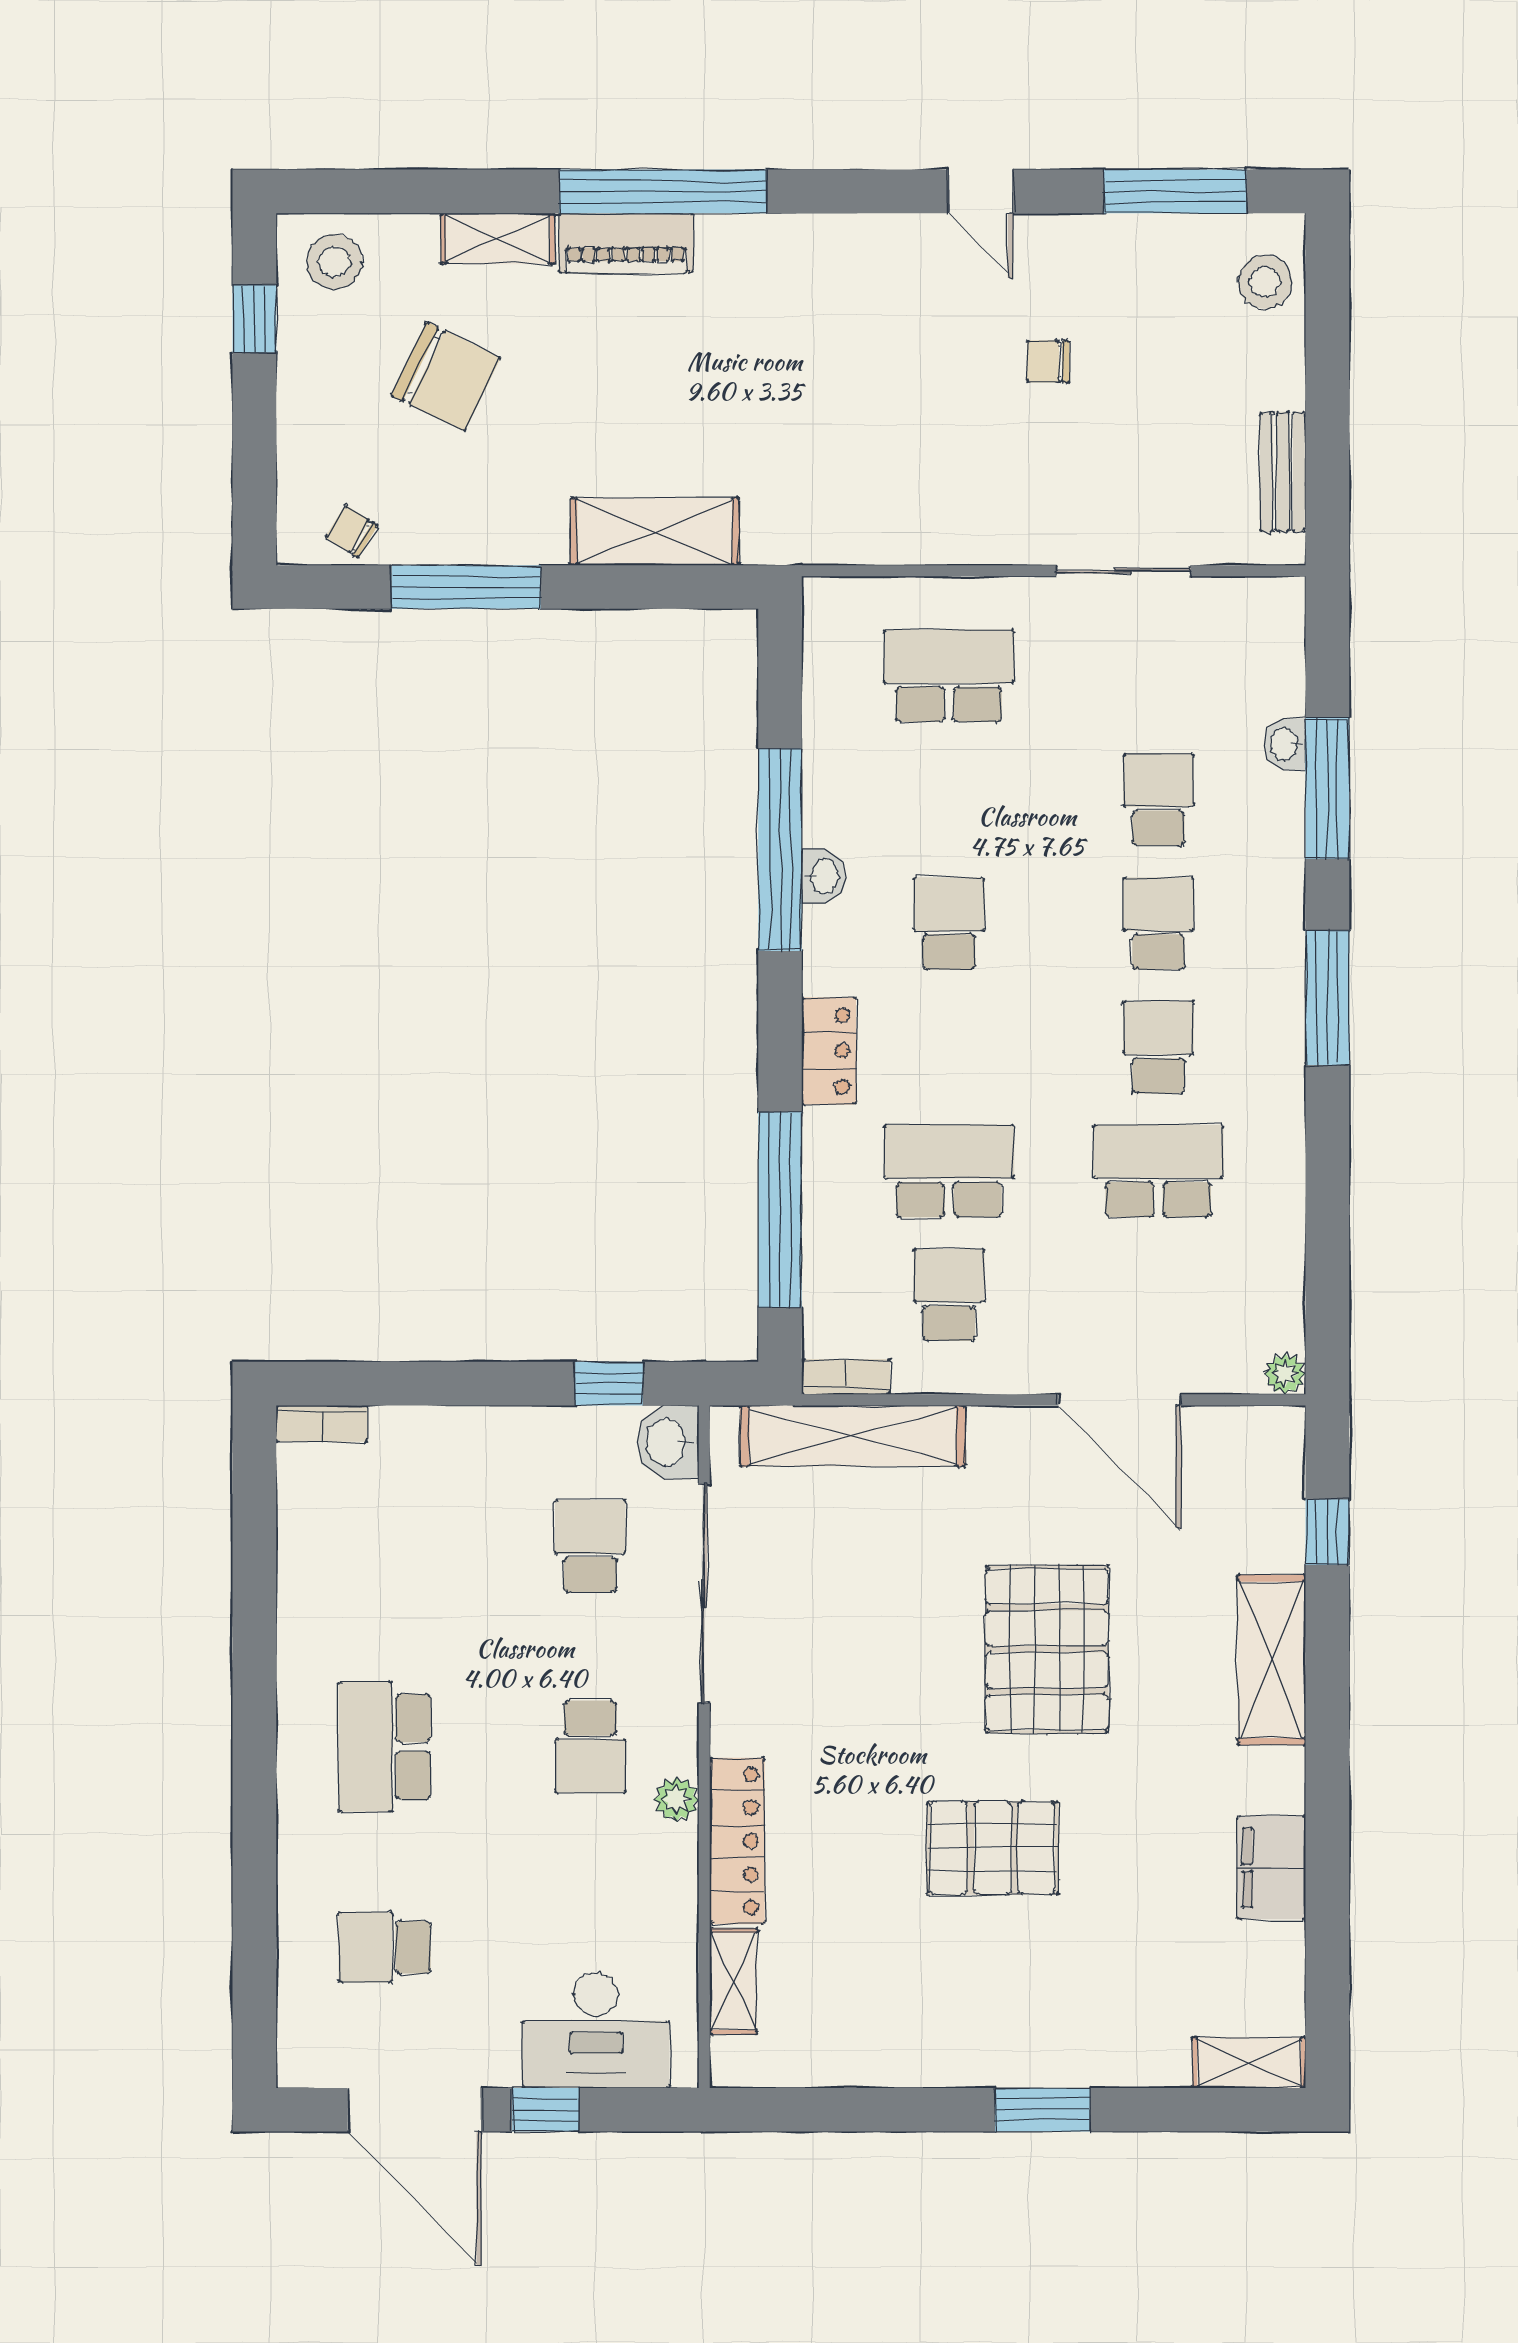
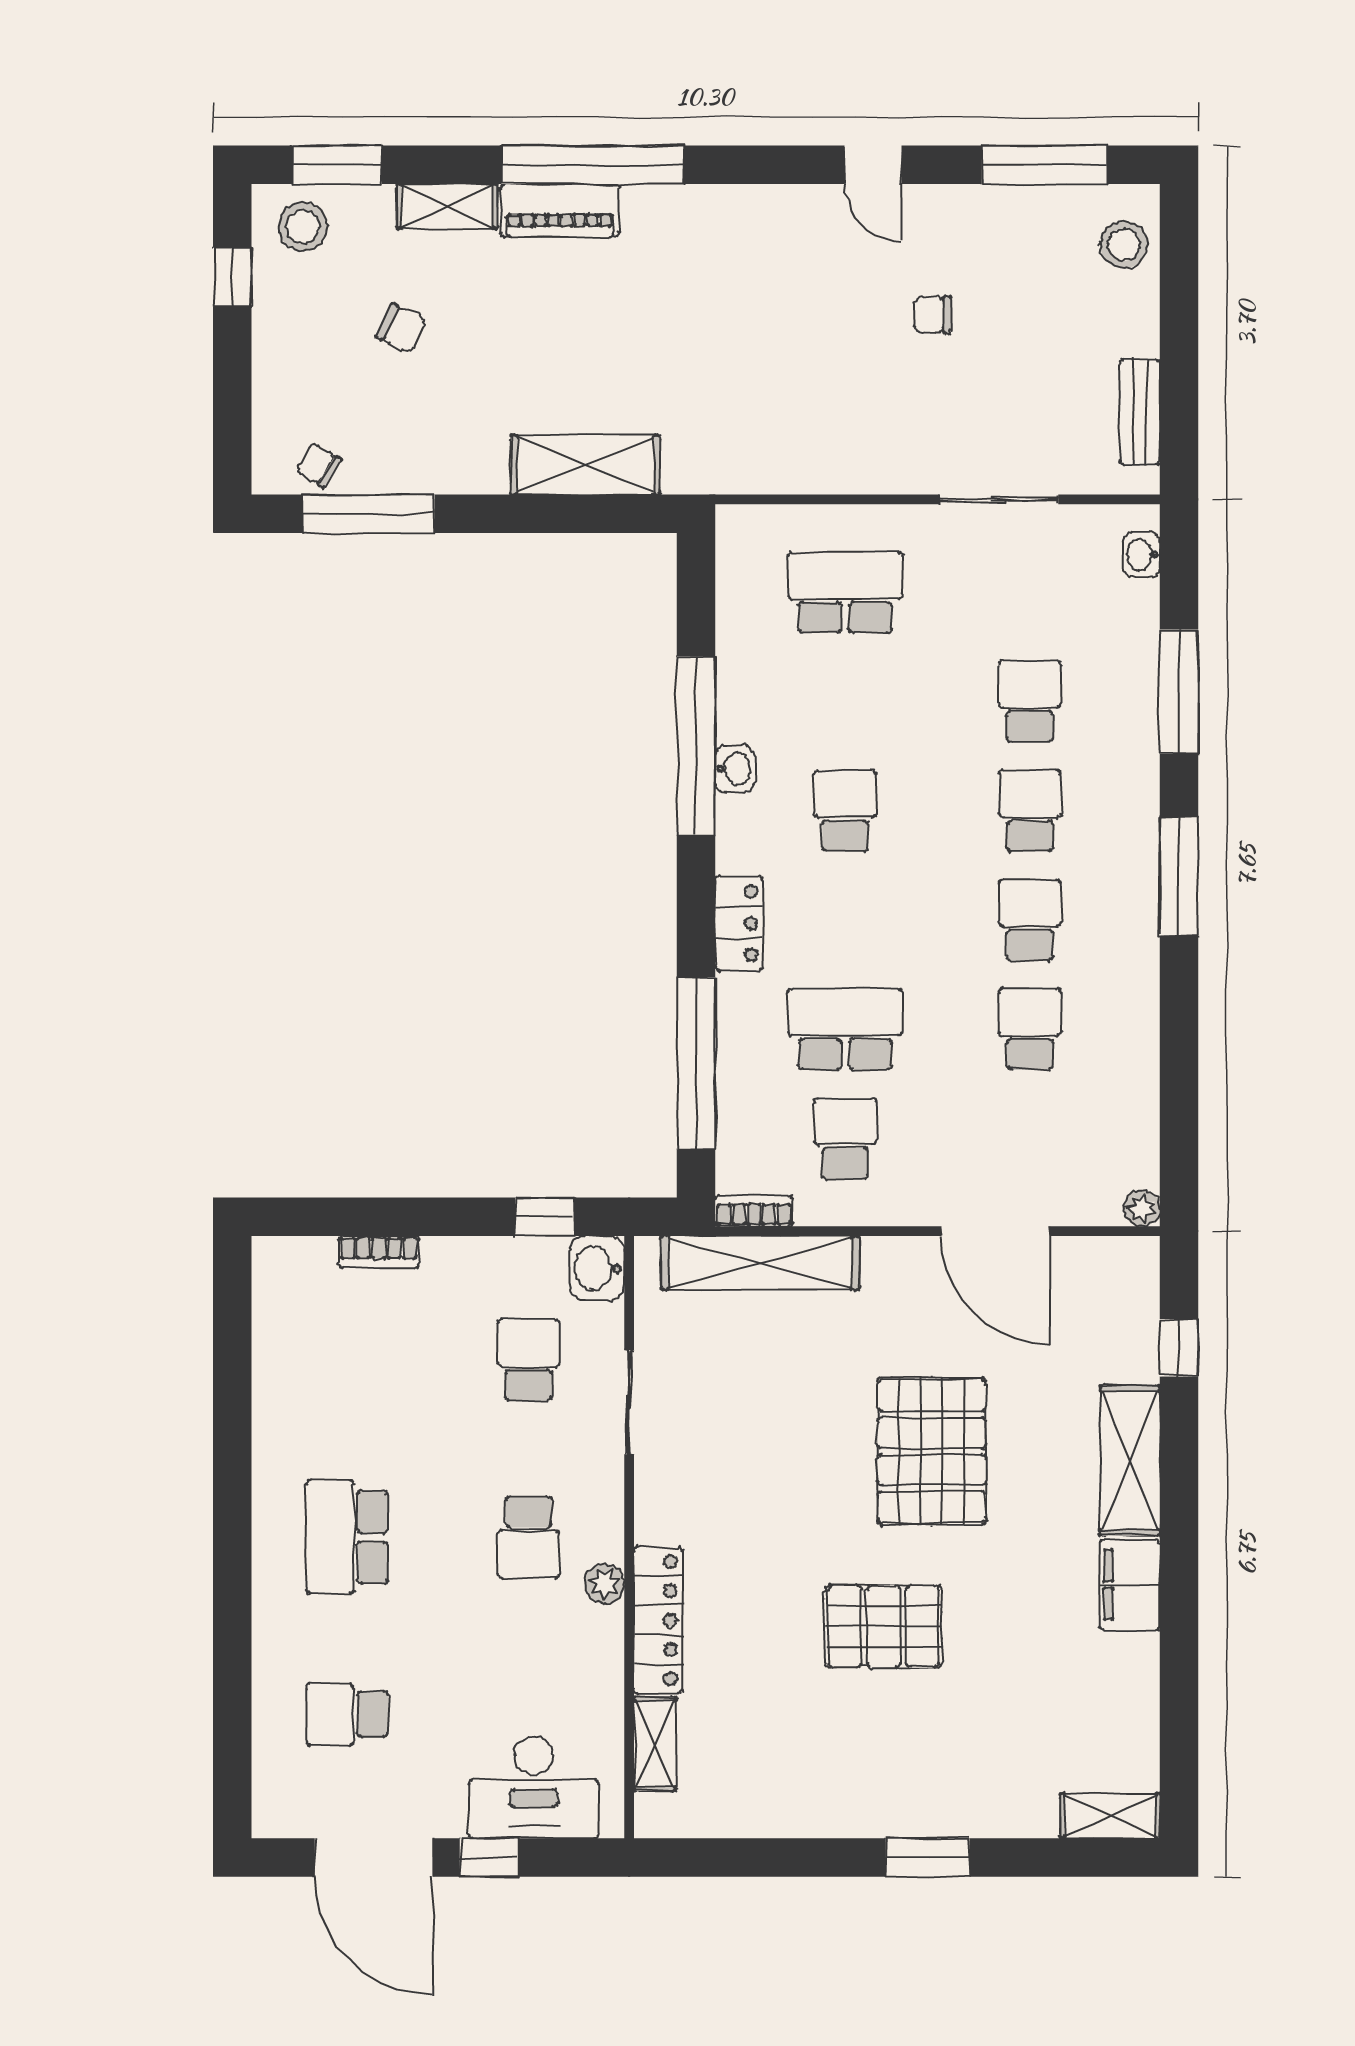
window: (373, 191) -> (337, 165), added
chair: (446, 377) -> (401, 328), width x0.54, depth x0.54
window: (466, 587) -> (369, 514), moved
washbasin: (1285, 744) -> (1141, 555), moved
school desk: (1158, 1171) -> (1030, 1029), width x0.54
bookcase: (322, 1423) -> (379, 1252), moved
sliding door: (704, 1594) -> (629, 1402), width x0.54
filing cabinet: (1271, 1868) -> (1130, 1585), moved

